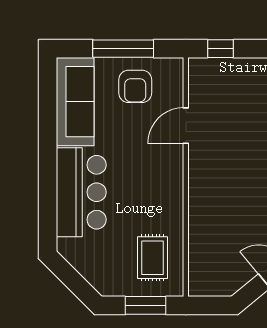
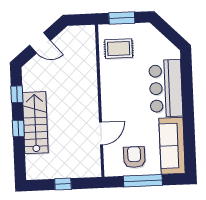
window: (220, 49) -> (63, 184), moved
rug: (153, 258) -> (119, 49), turned 90

